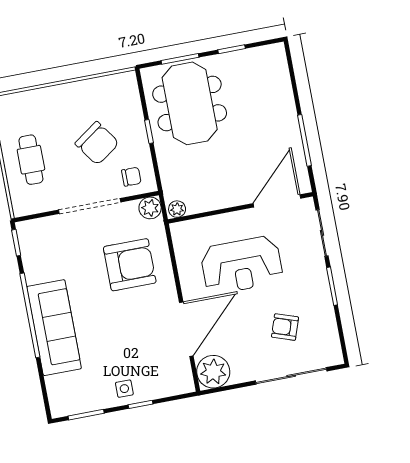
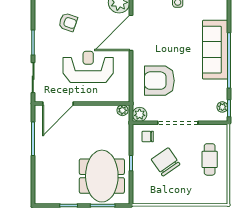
plant: (27, 243) -> (222, 107), added

